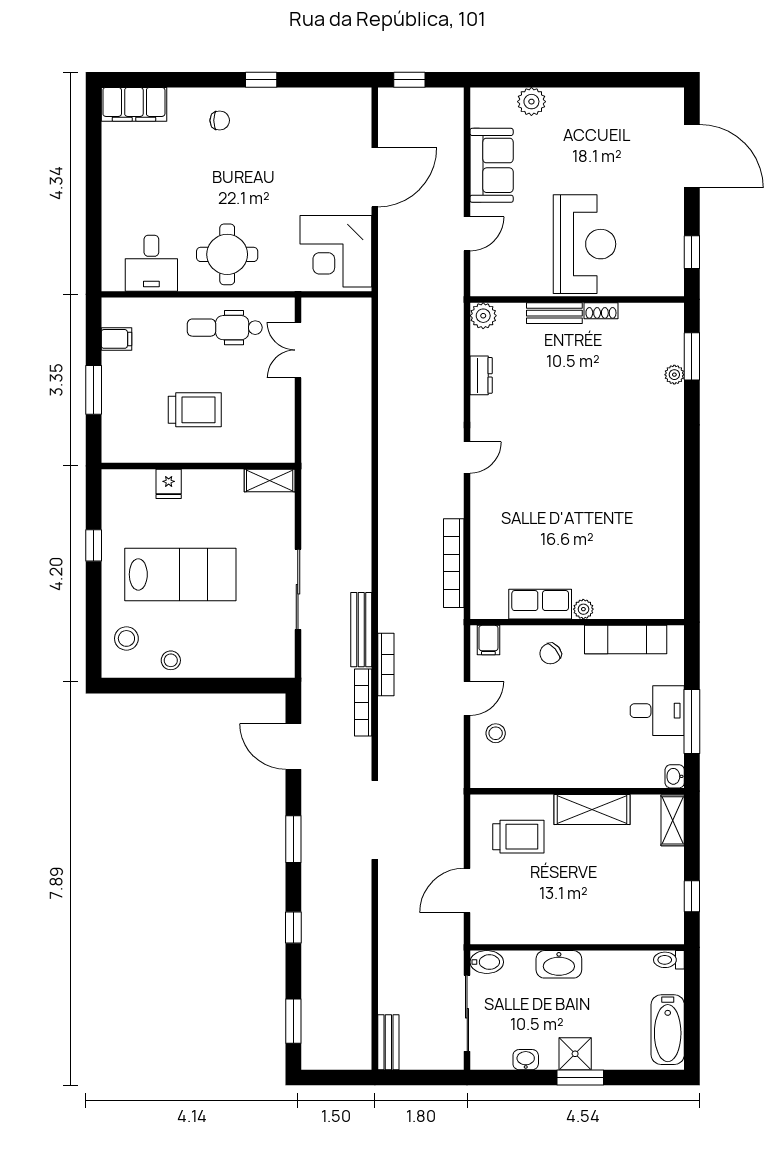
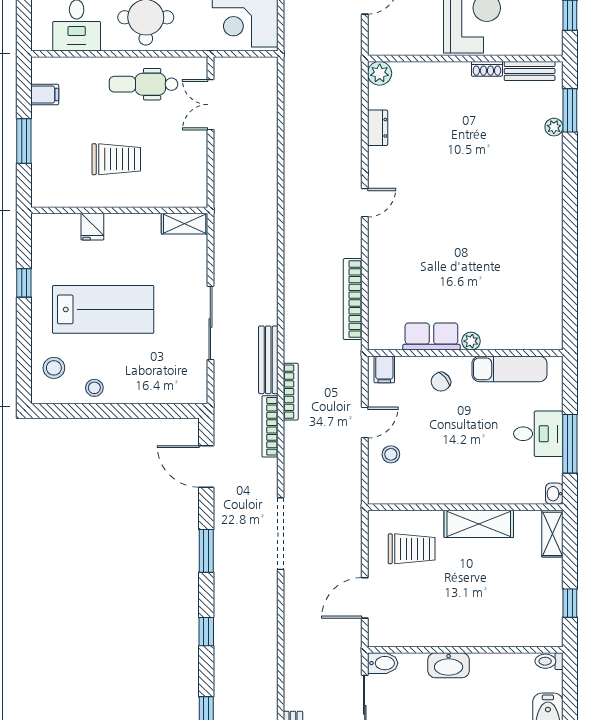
bench: (554, 313) -> (530, 71), moved

